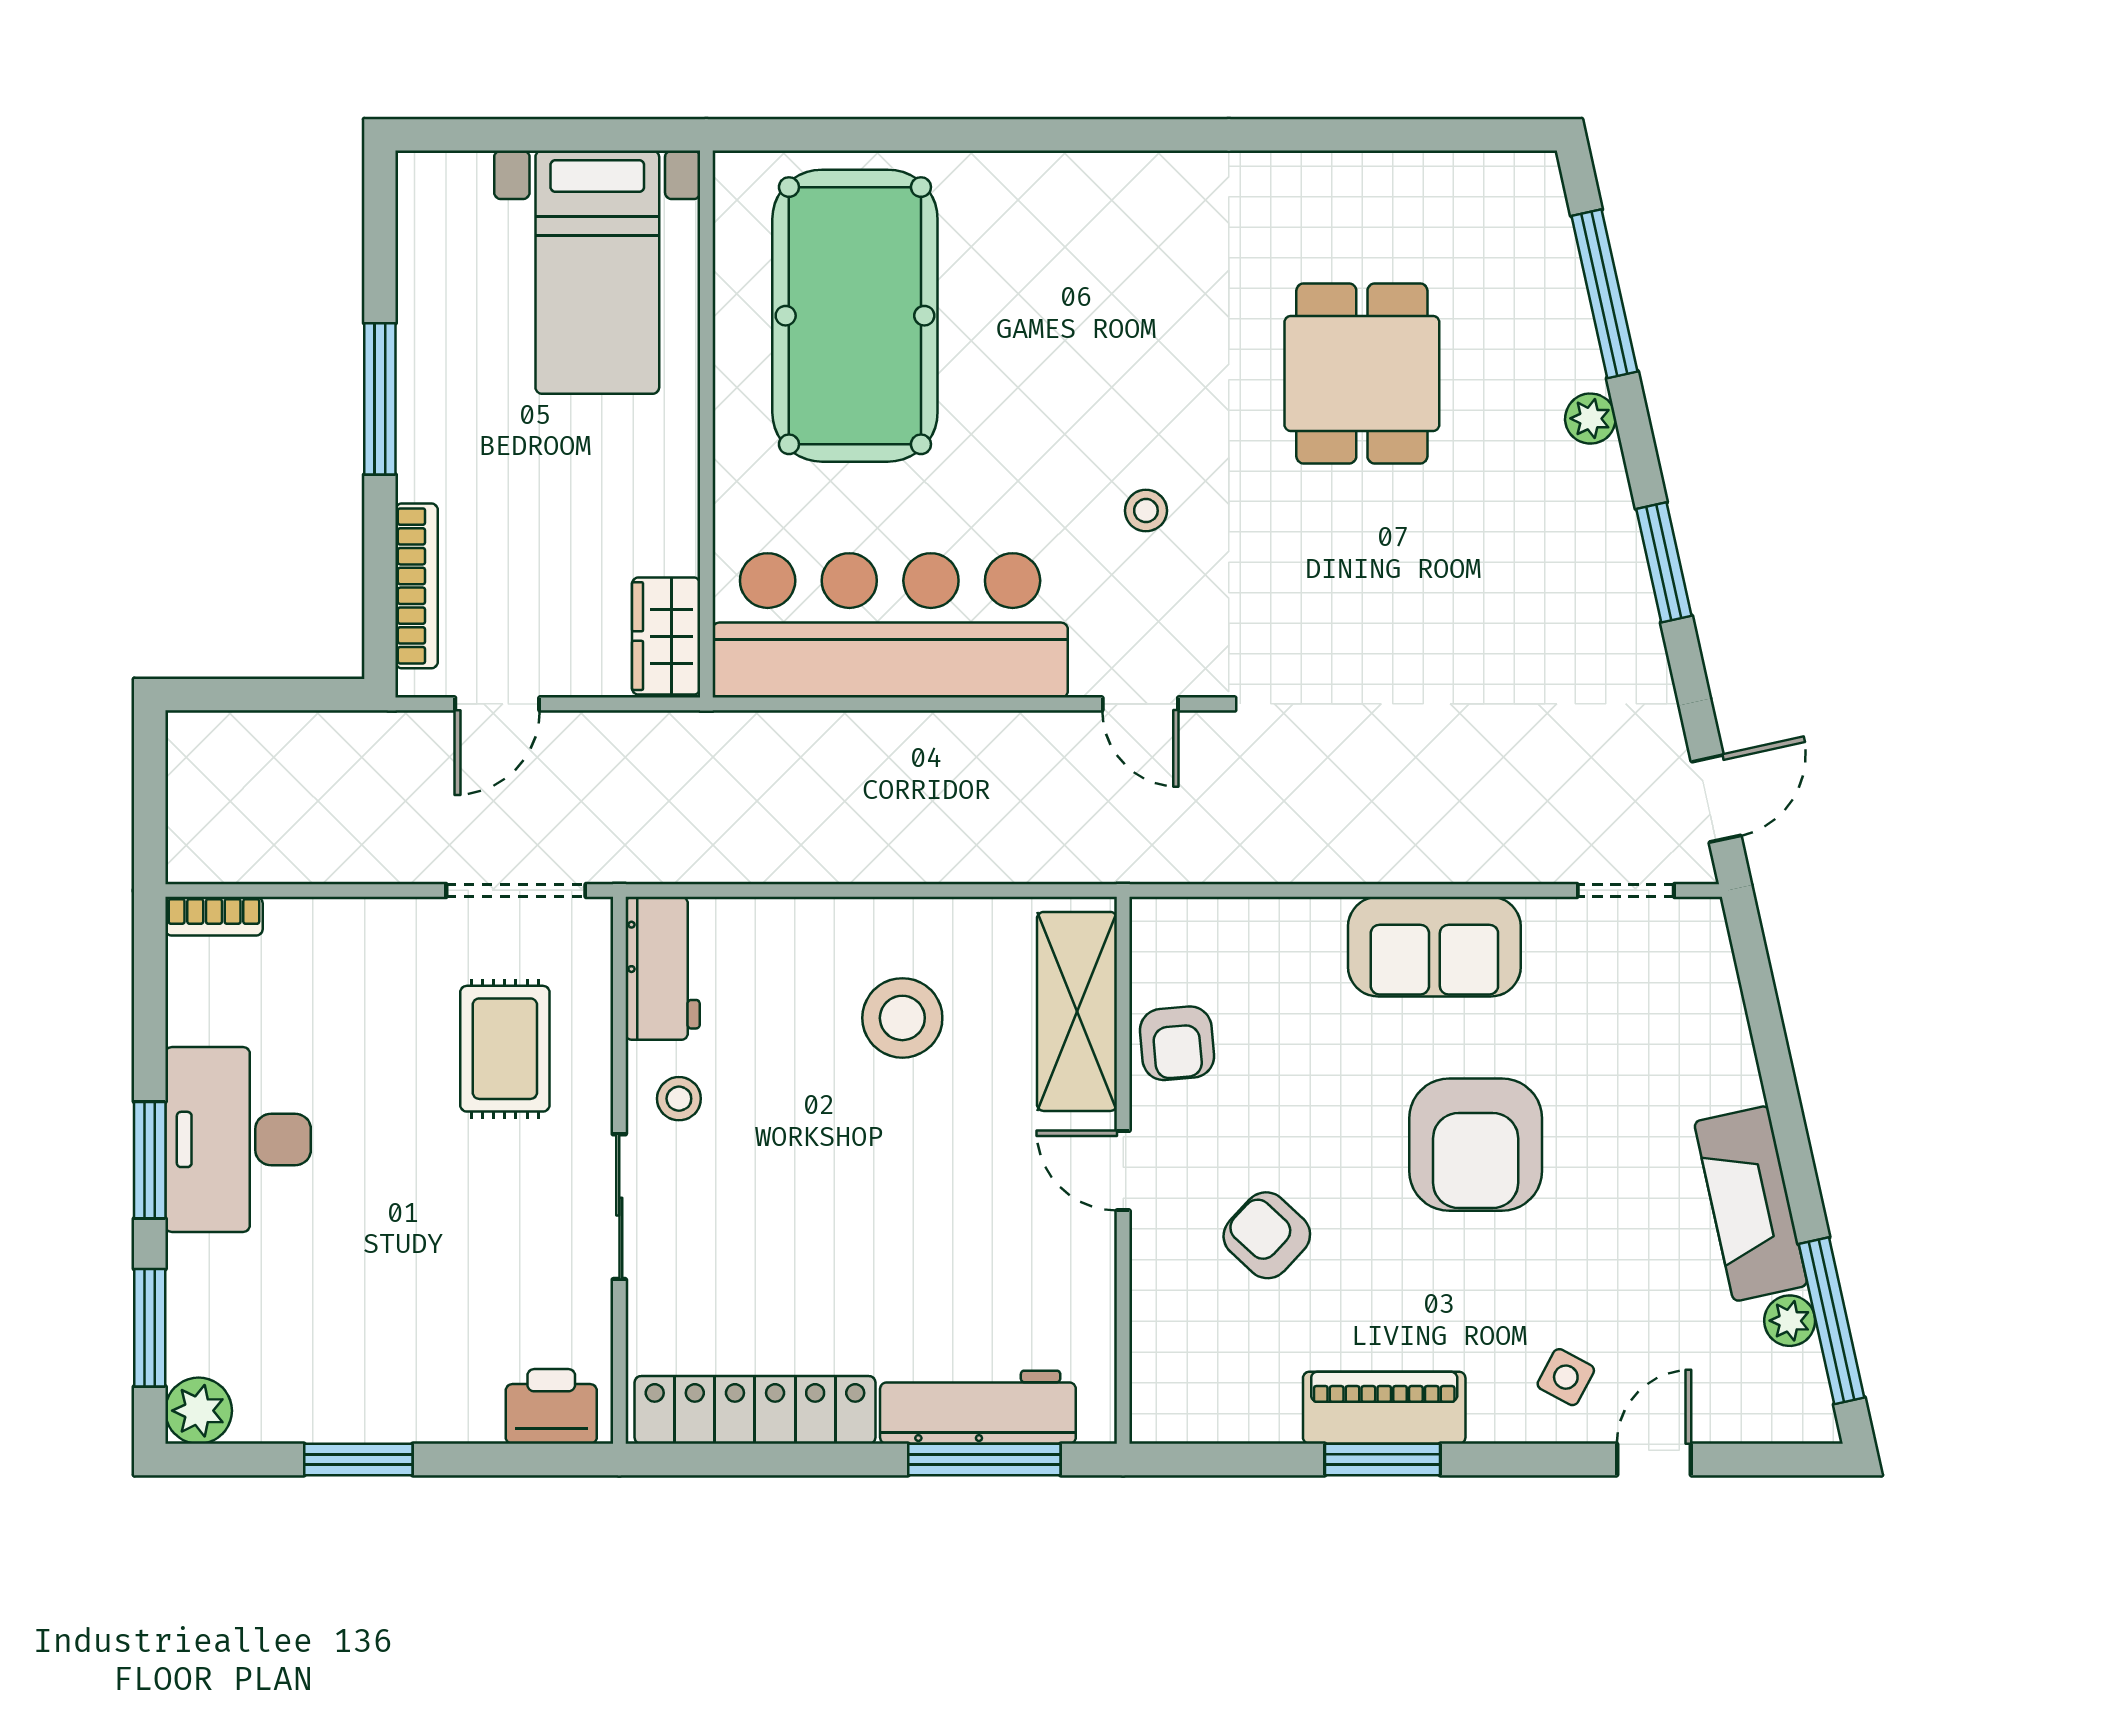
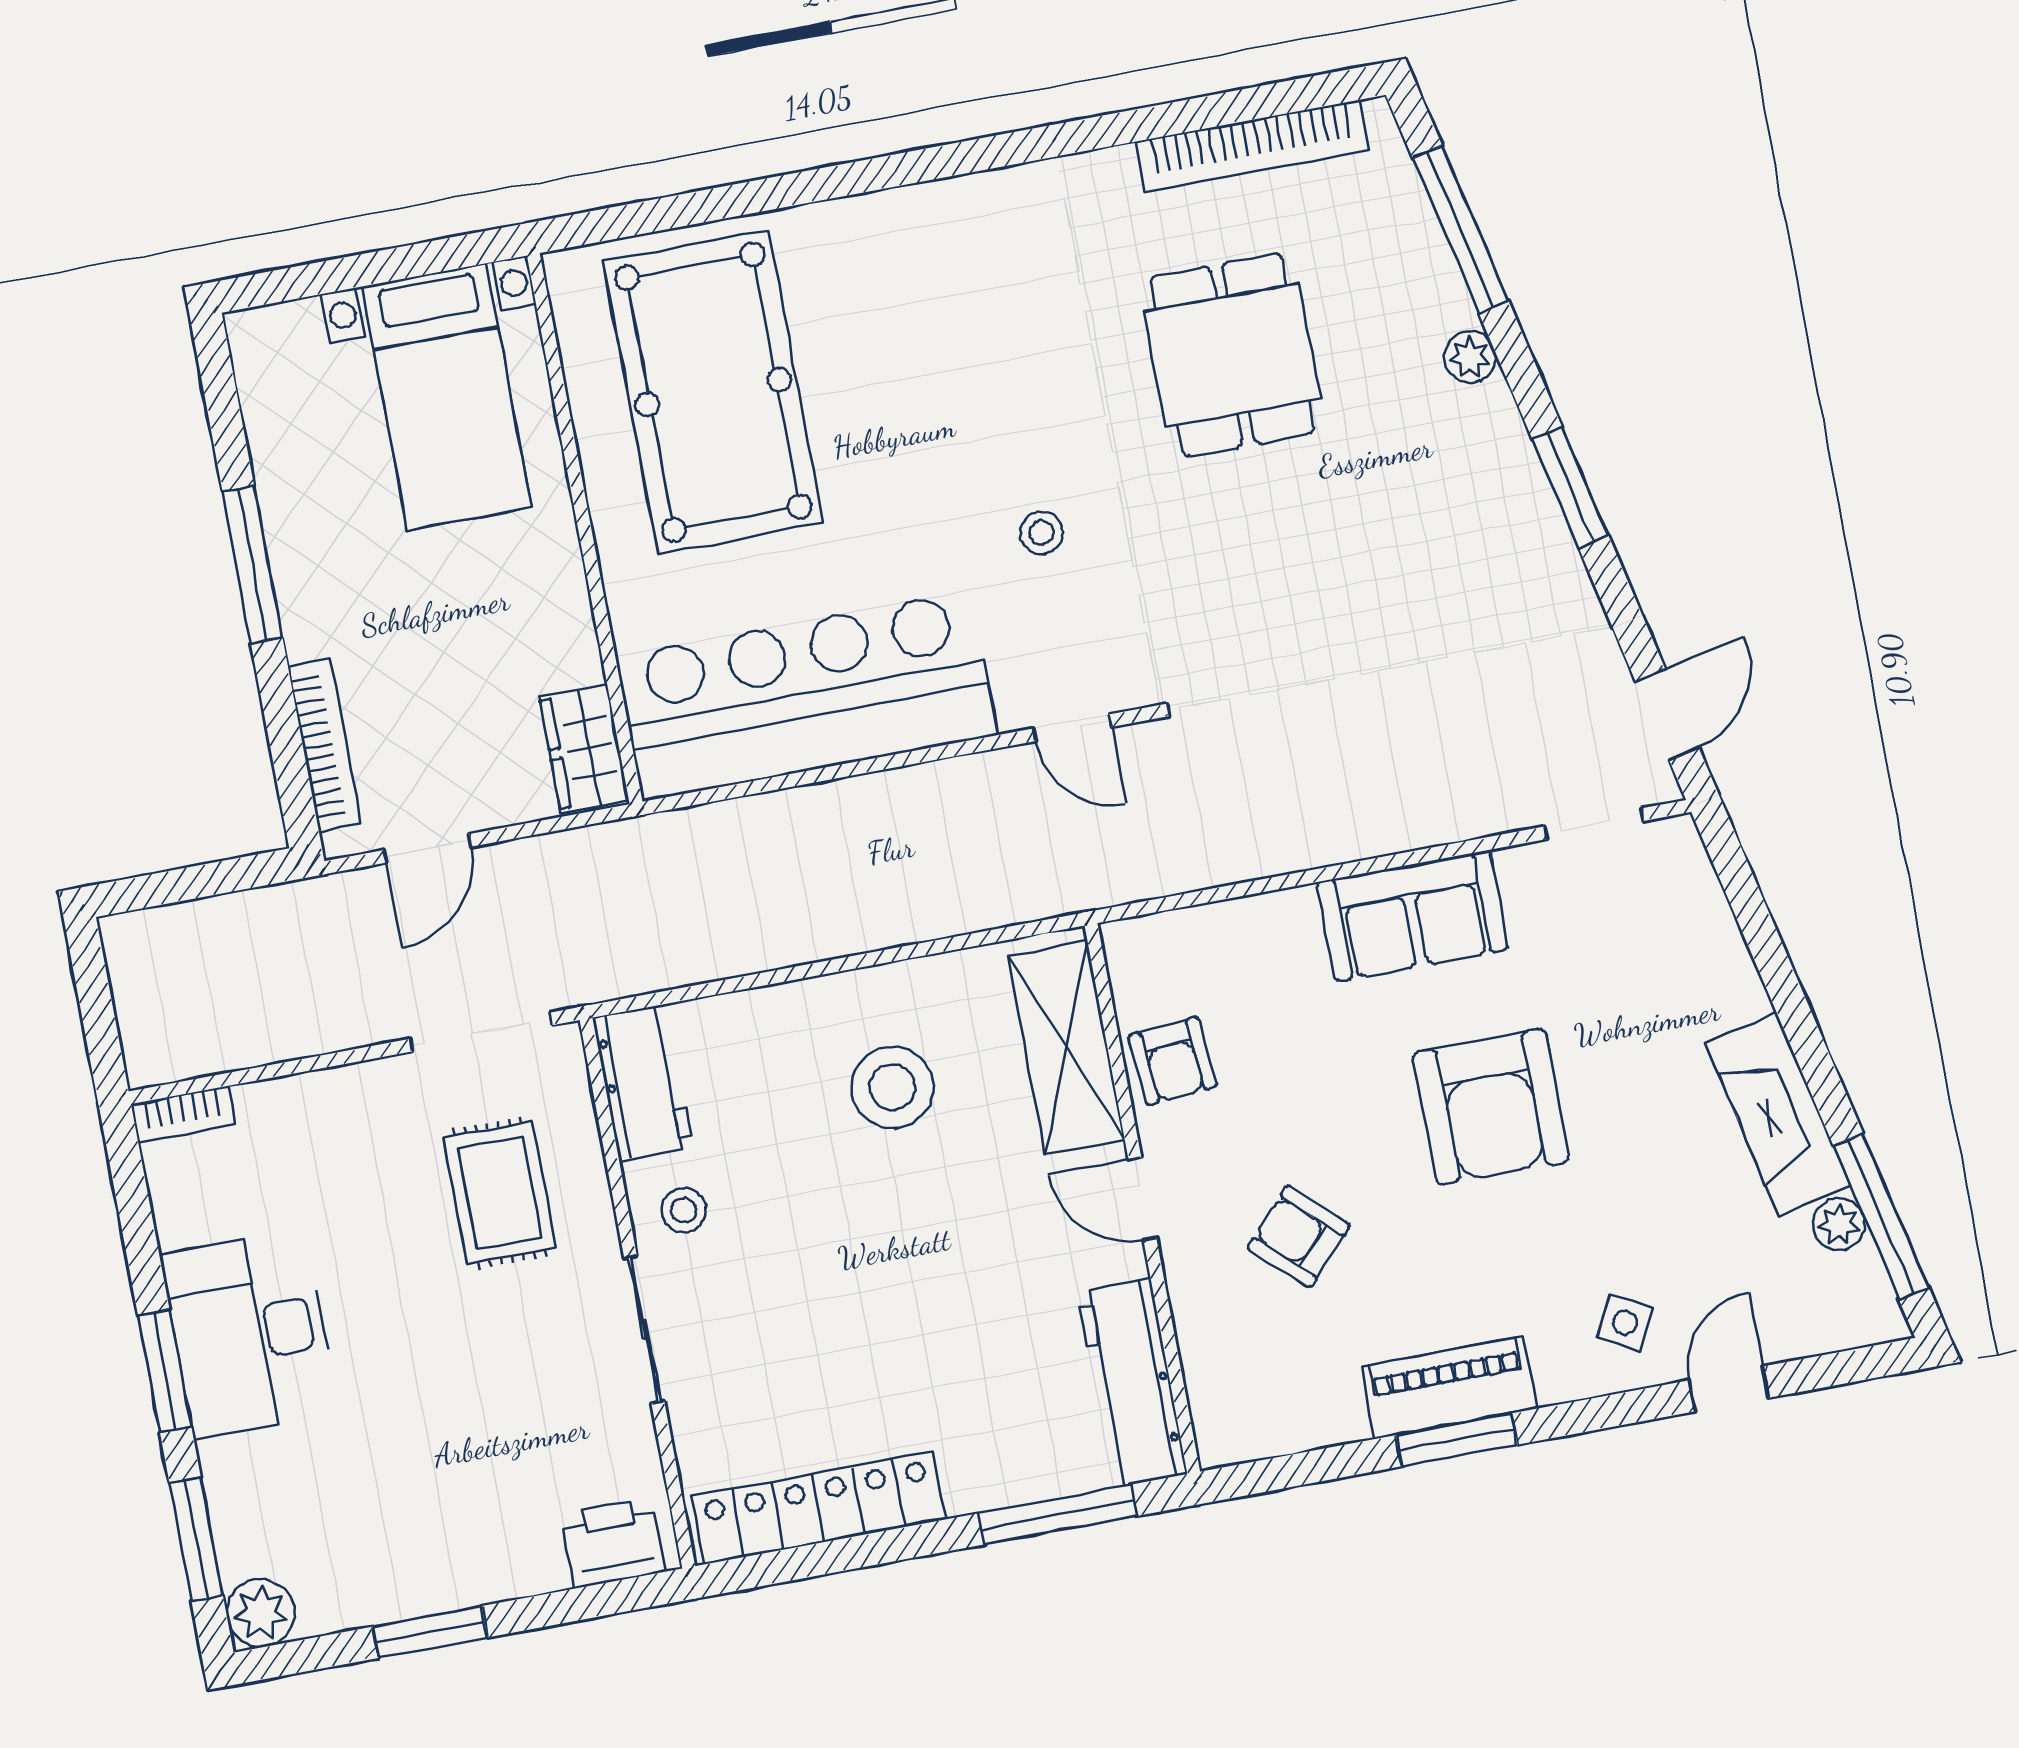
bookcase: (1419, 176) -> (1252, 146), added
workbench: (978, 1407) -> (1132, 1383), moved, turned -90

